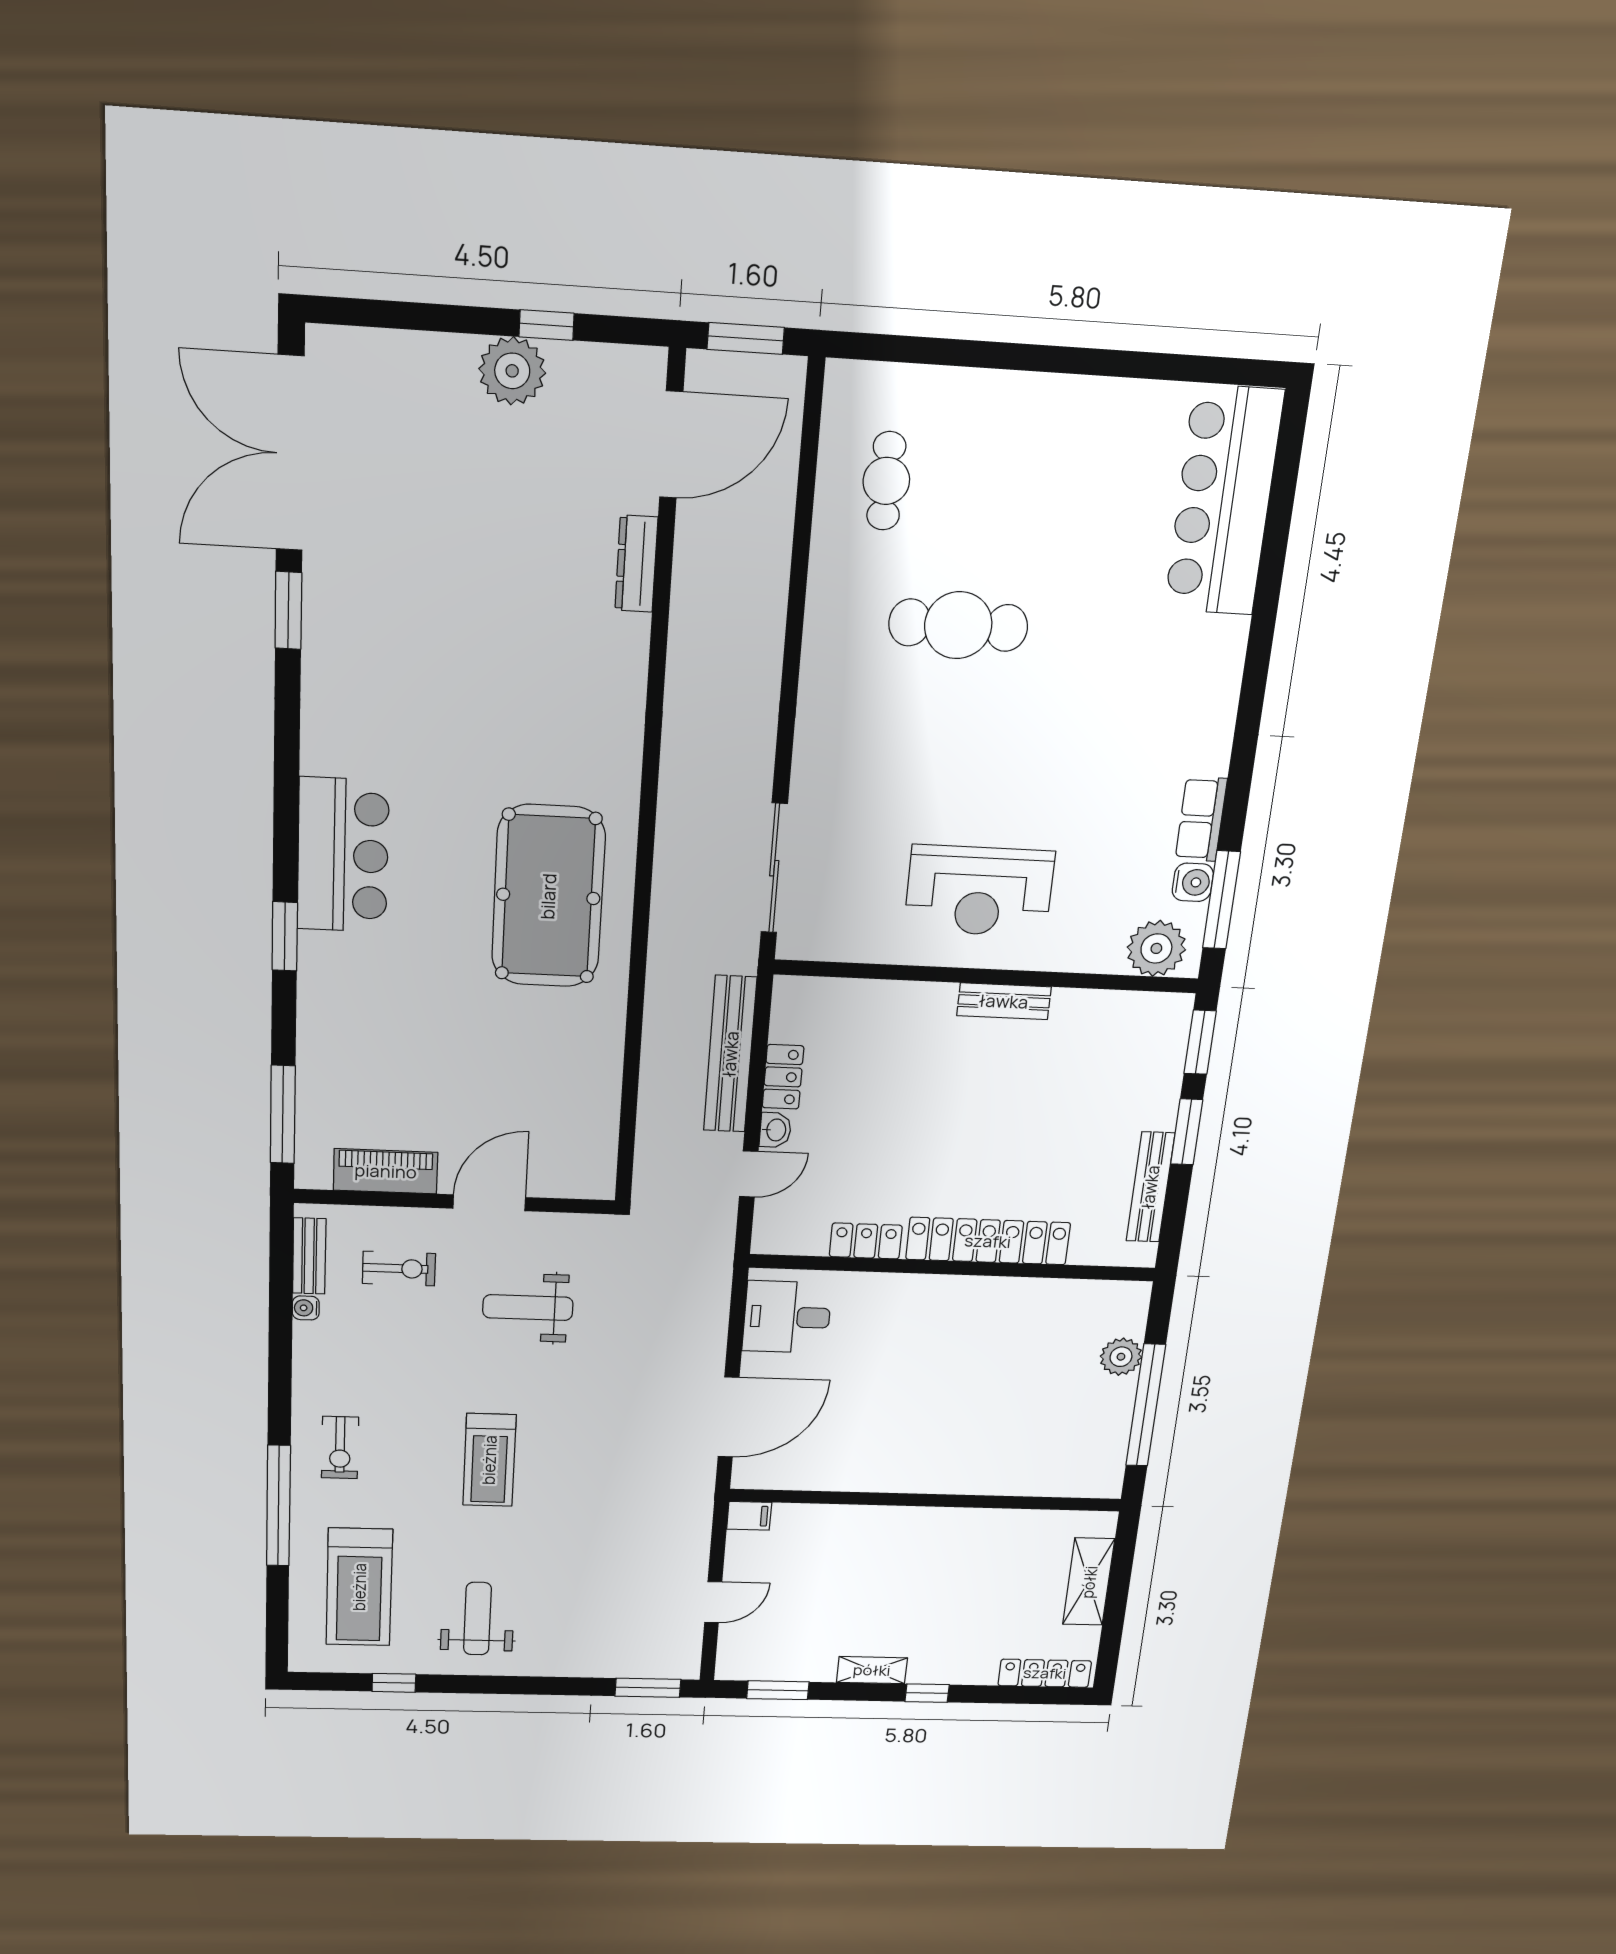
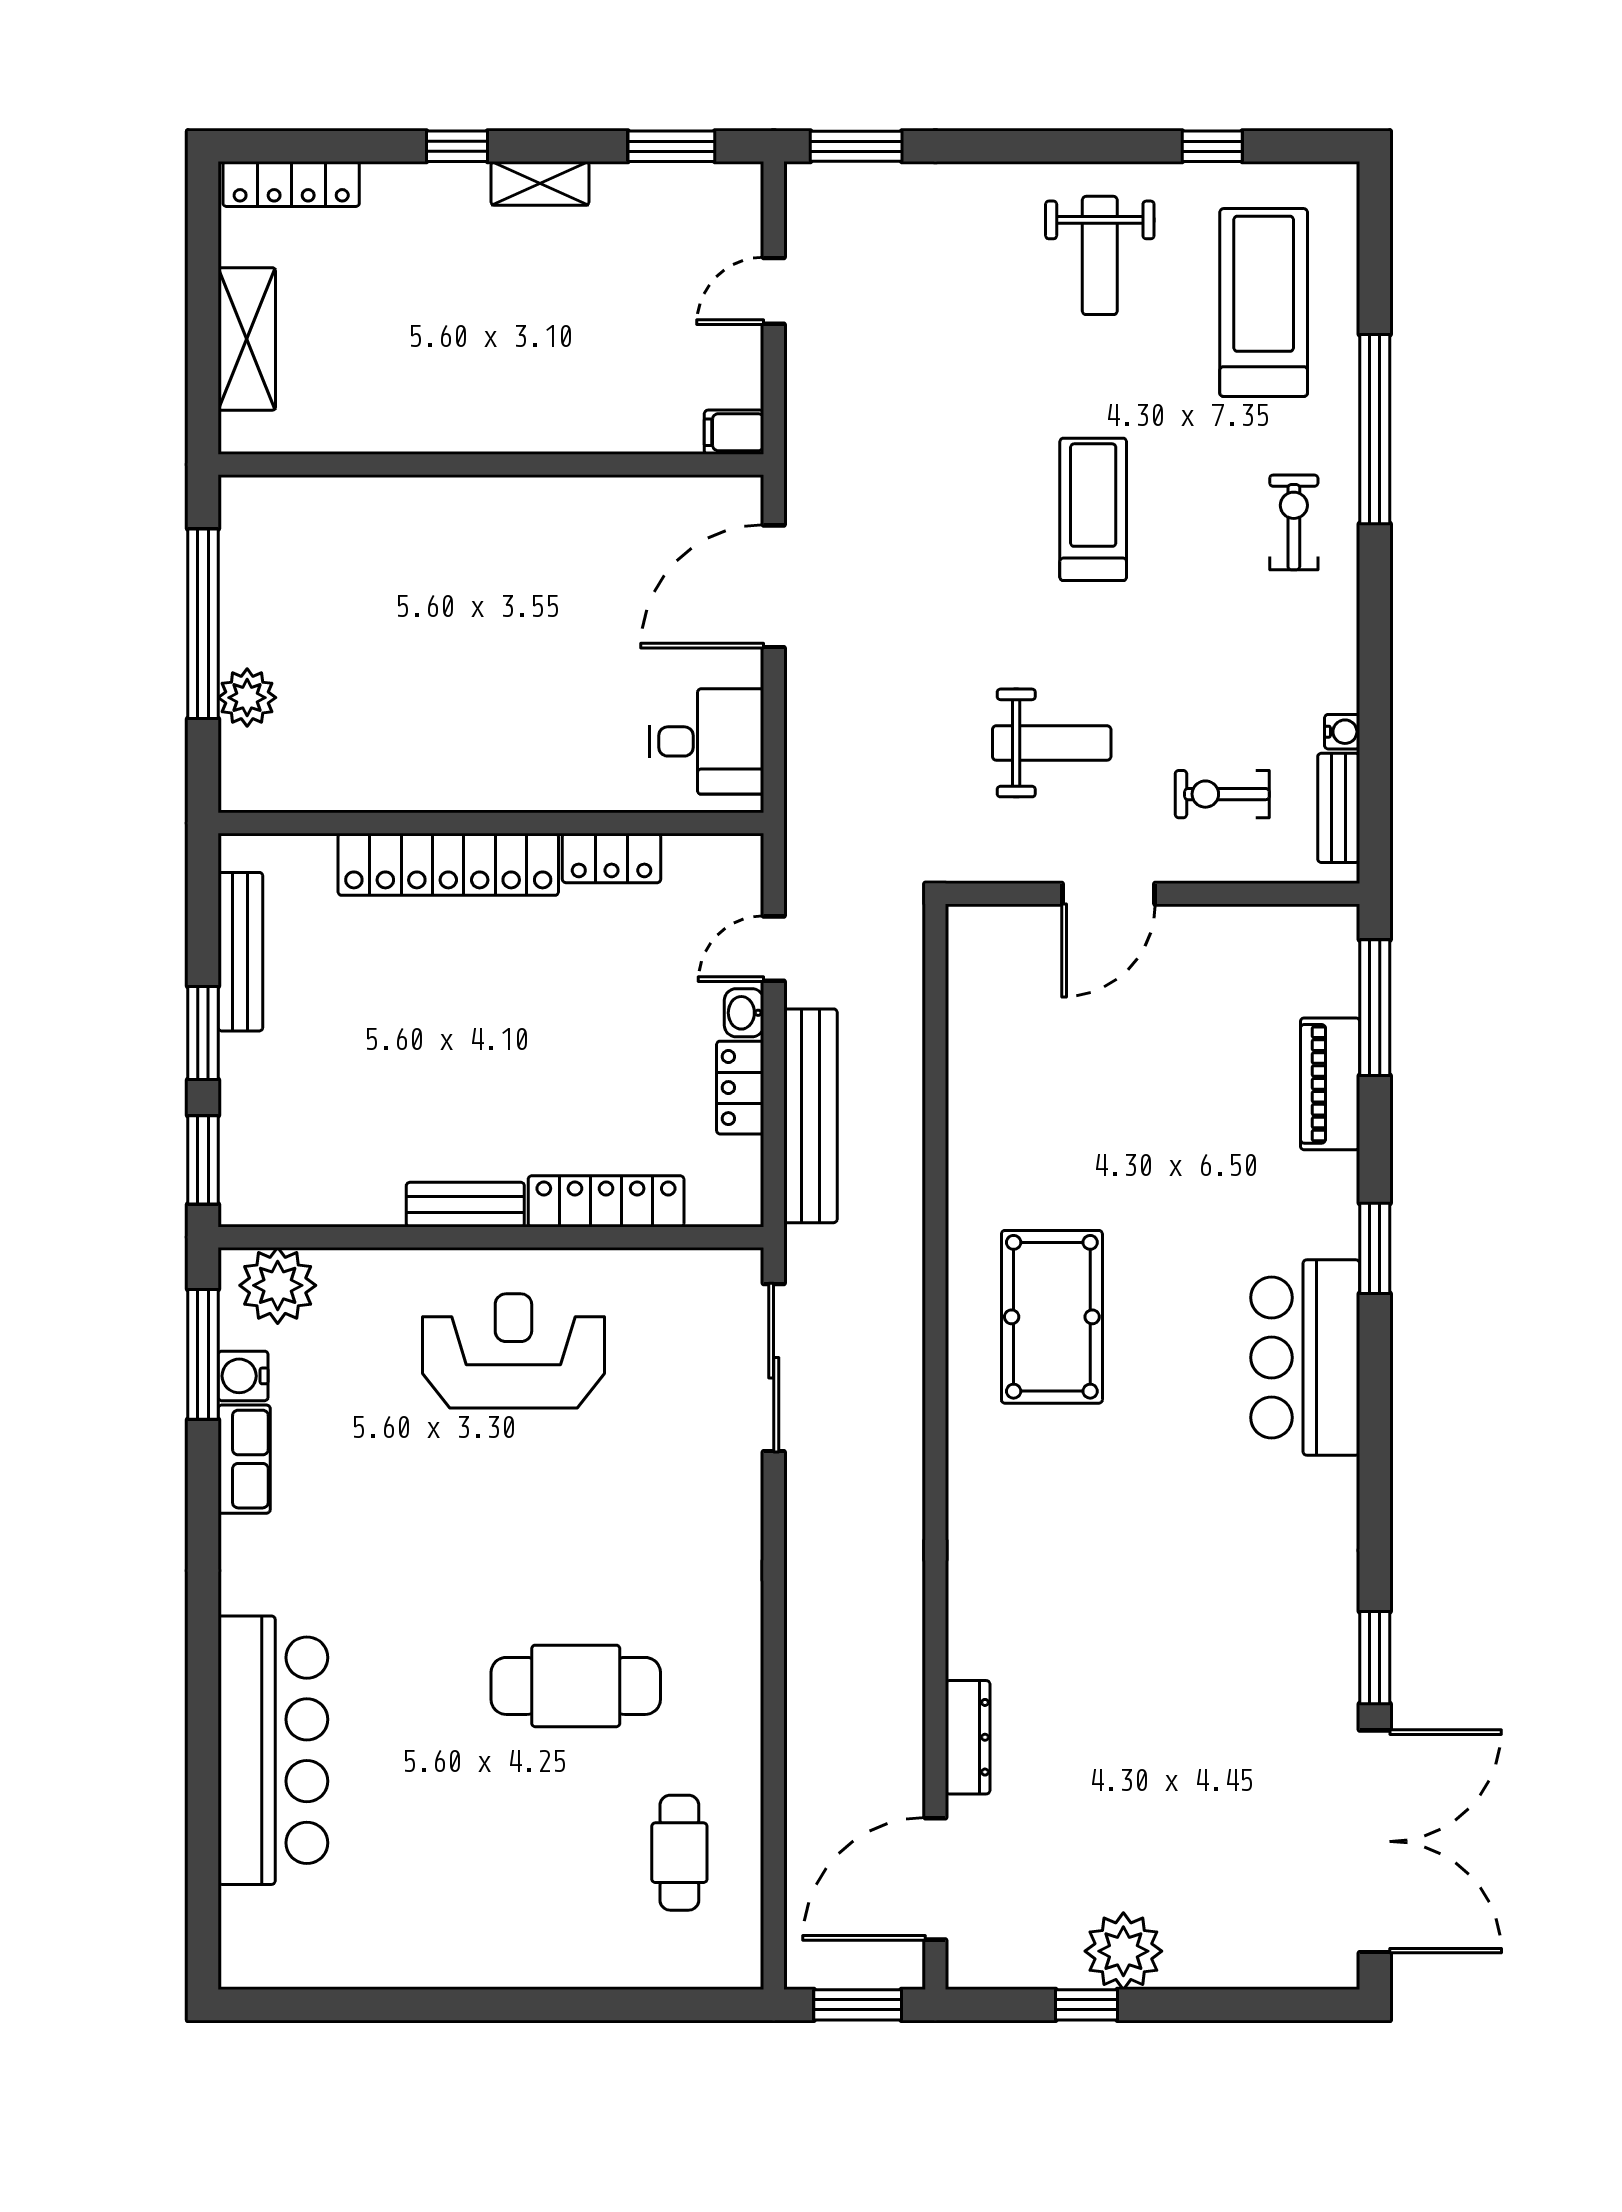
bar counter: (1224, 501) -> (273, 1750), moved
pool table: (548, 896) -> (1052, 1317), width x0.73, depth x0.76
locker: (895, 999) -> (606, 1201), added
piano: (386, 1171) -> (1330, 1084), moved, turned 90

